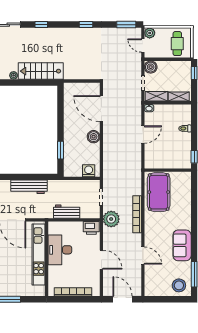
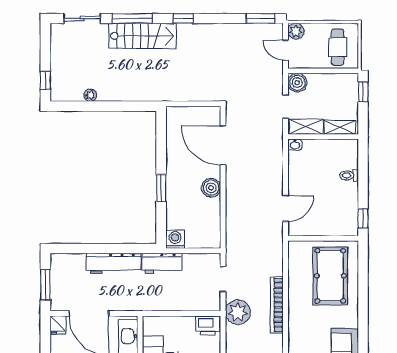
window: (41, 25) -> (132, 18), width x2.17
window: (86, 25) -> (183, 18), moved
stairs: (41, 71) -> (143, 36), moved, turned 180
door: (143, 135) -> (286, 208), moved
window: (60, 150) -> (161, 188), moved
washing machine: (89, 171) -> (175, 239), moved
pool table: (159, 192) -> (330, 276), moved
workbench: (67, 212) -> (162, 263), moved, turned 180

